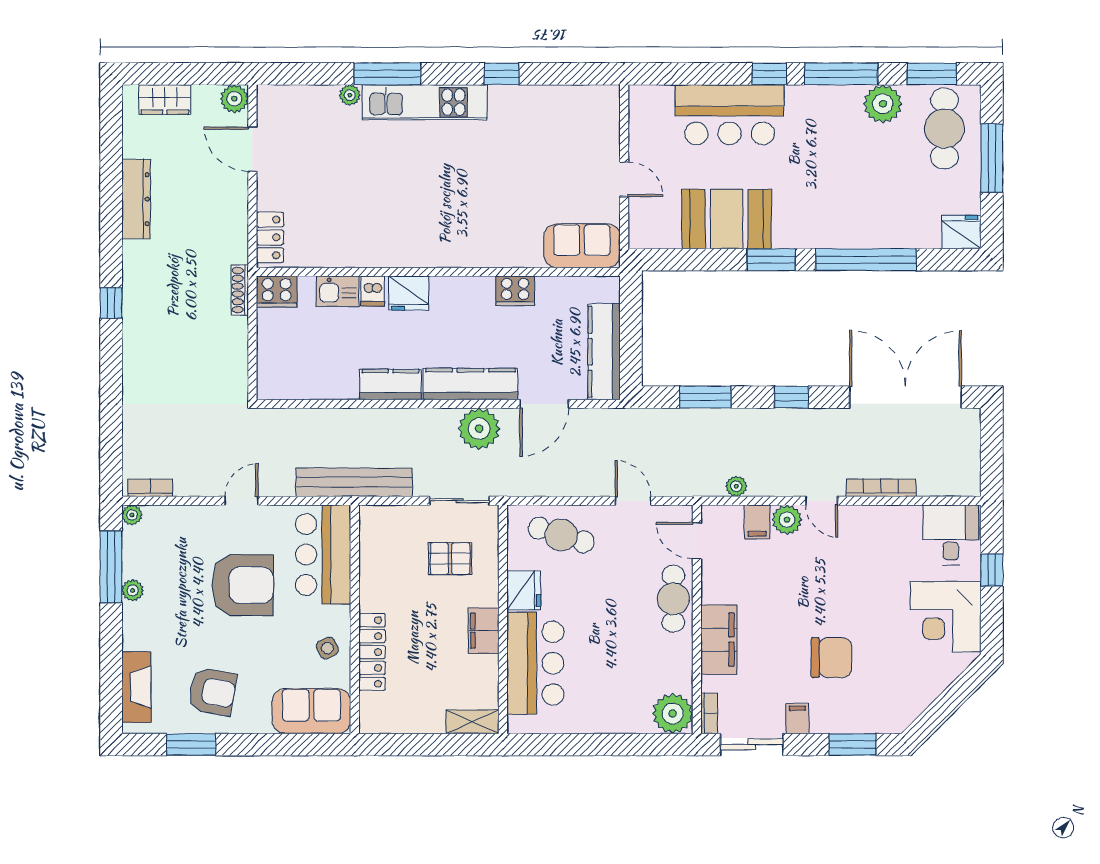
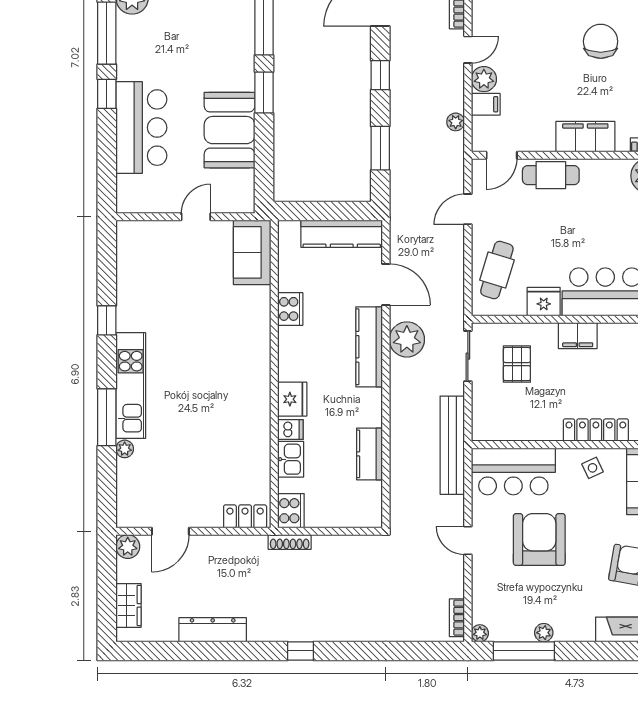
kitchen counter: (390, 384) -> (370, 454), moved

